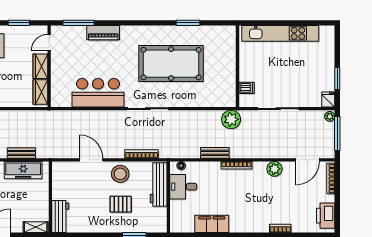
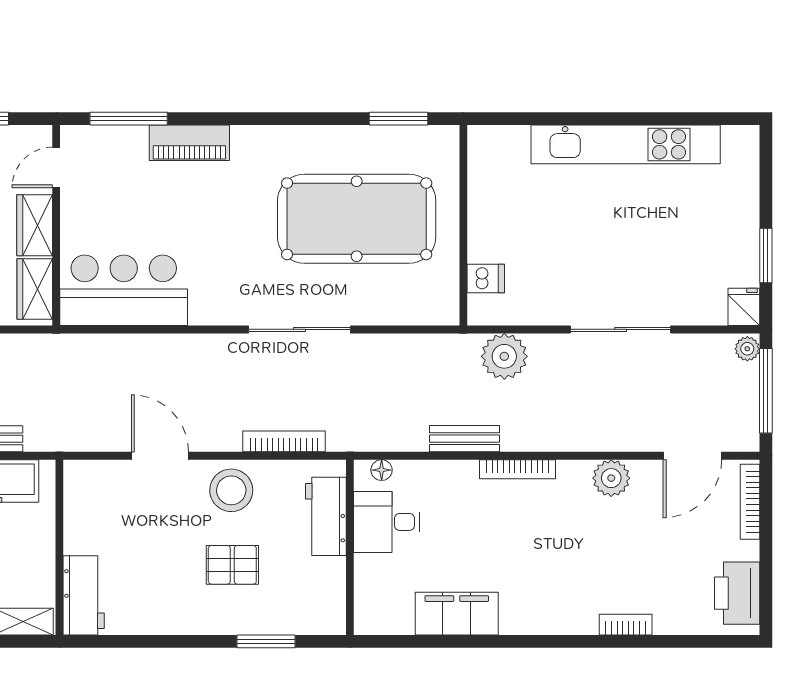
wall: (238, 66) -> (463, 225), moved
dishwasher: (247, 88) -> (486, 279), moved
bar counter: (98, 93) -> (124, 290), moved
workbench: (159, 184) -> (326, 516), width x0.73

